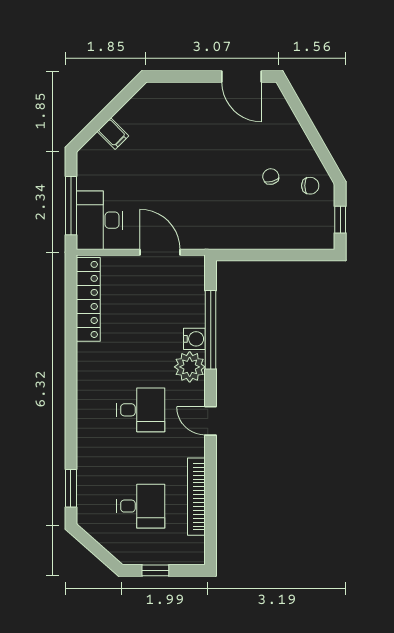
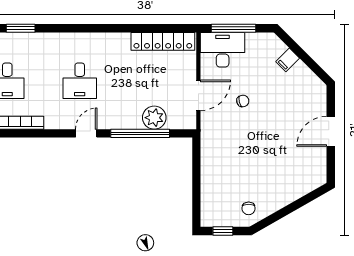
door: (242, 77) -> (331, 131), moved
chair: (271, 177) -> (243, 101), moved
water cooler: (194, 339) -> (133, 121), removed
plant: (190, 367) -> (154, 118), moved
door: (211, 421) -> (86, 133), moved

